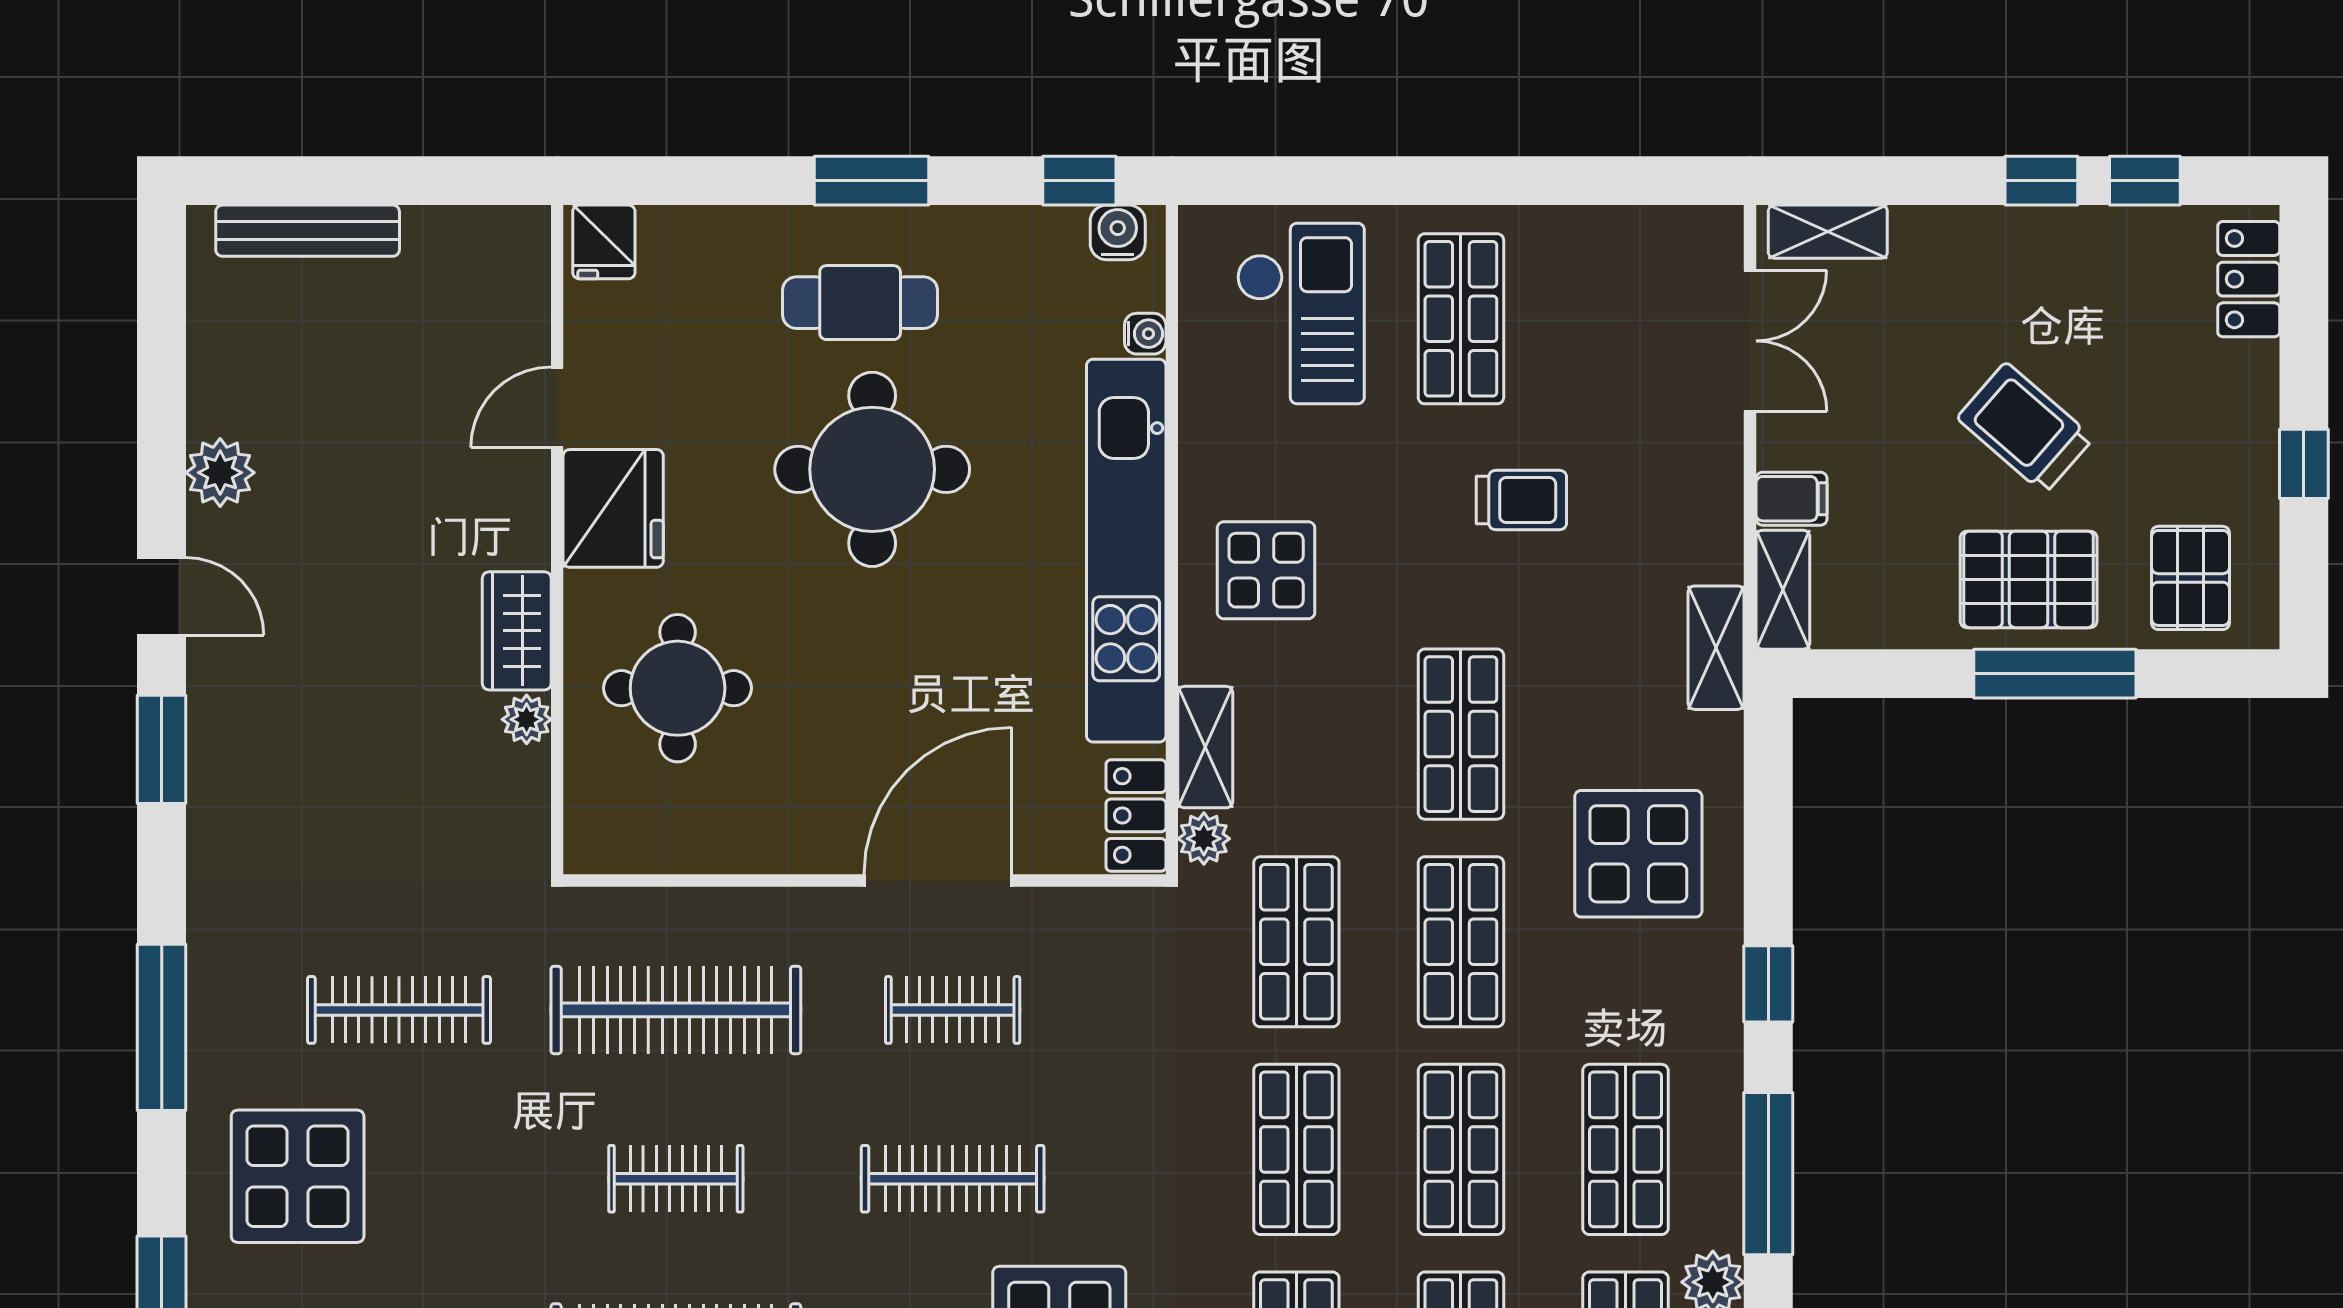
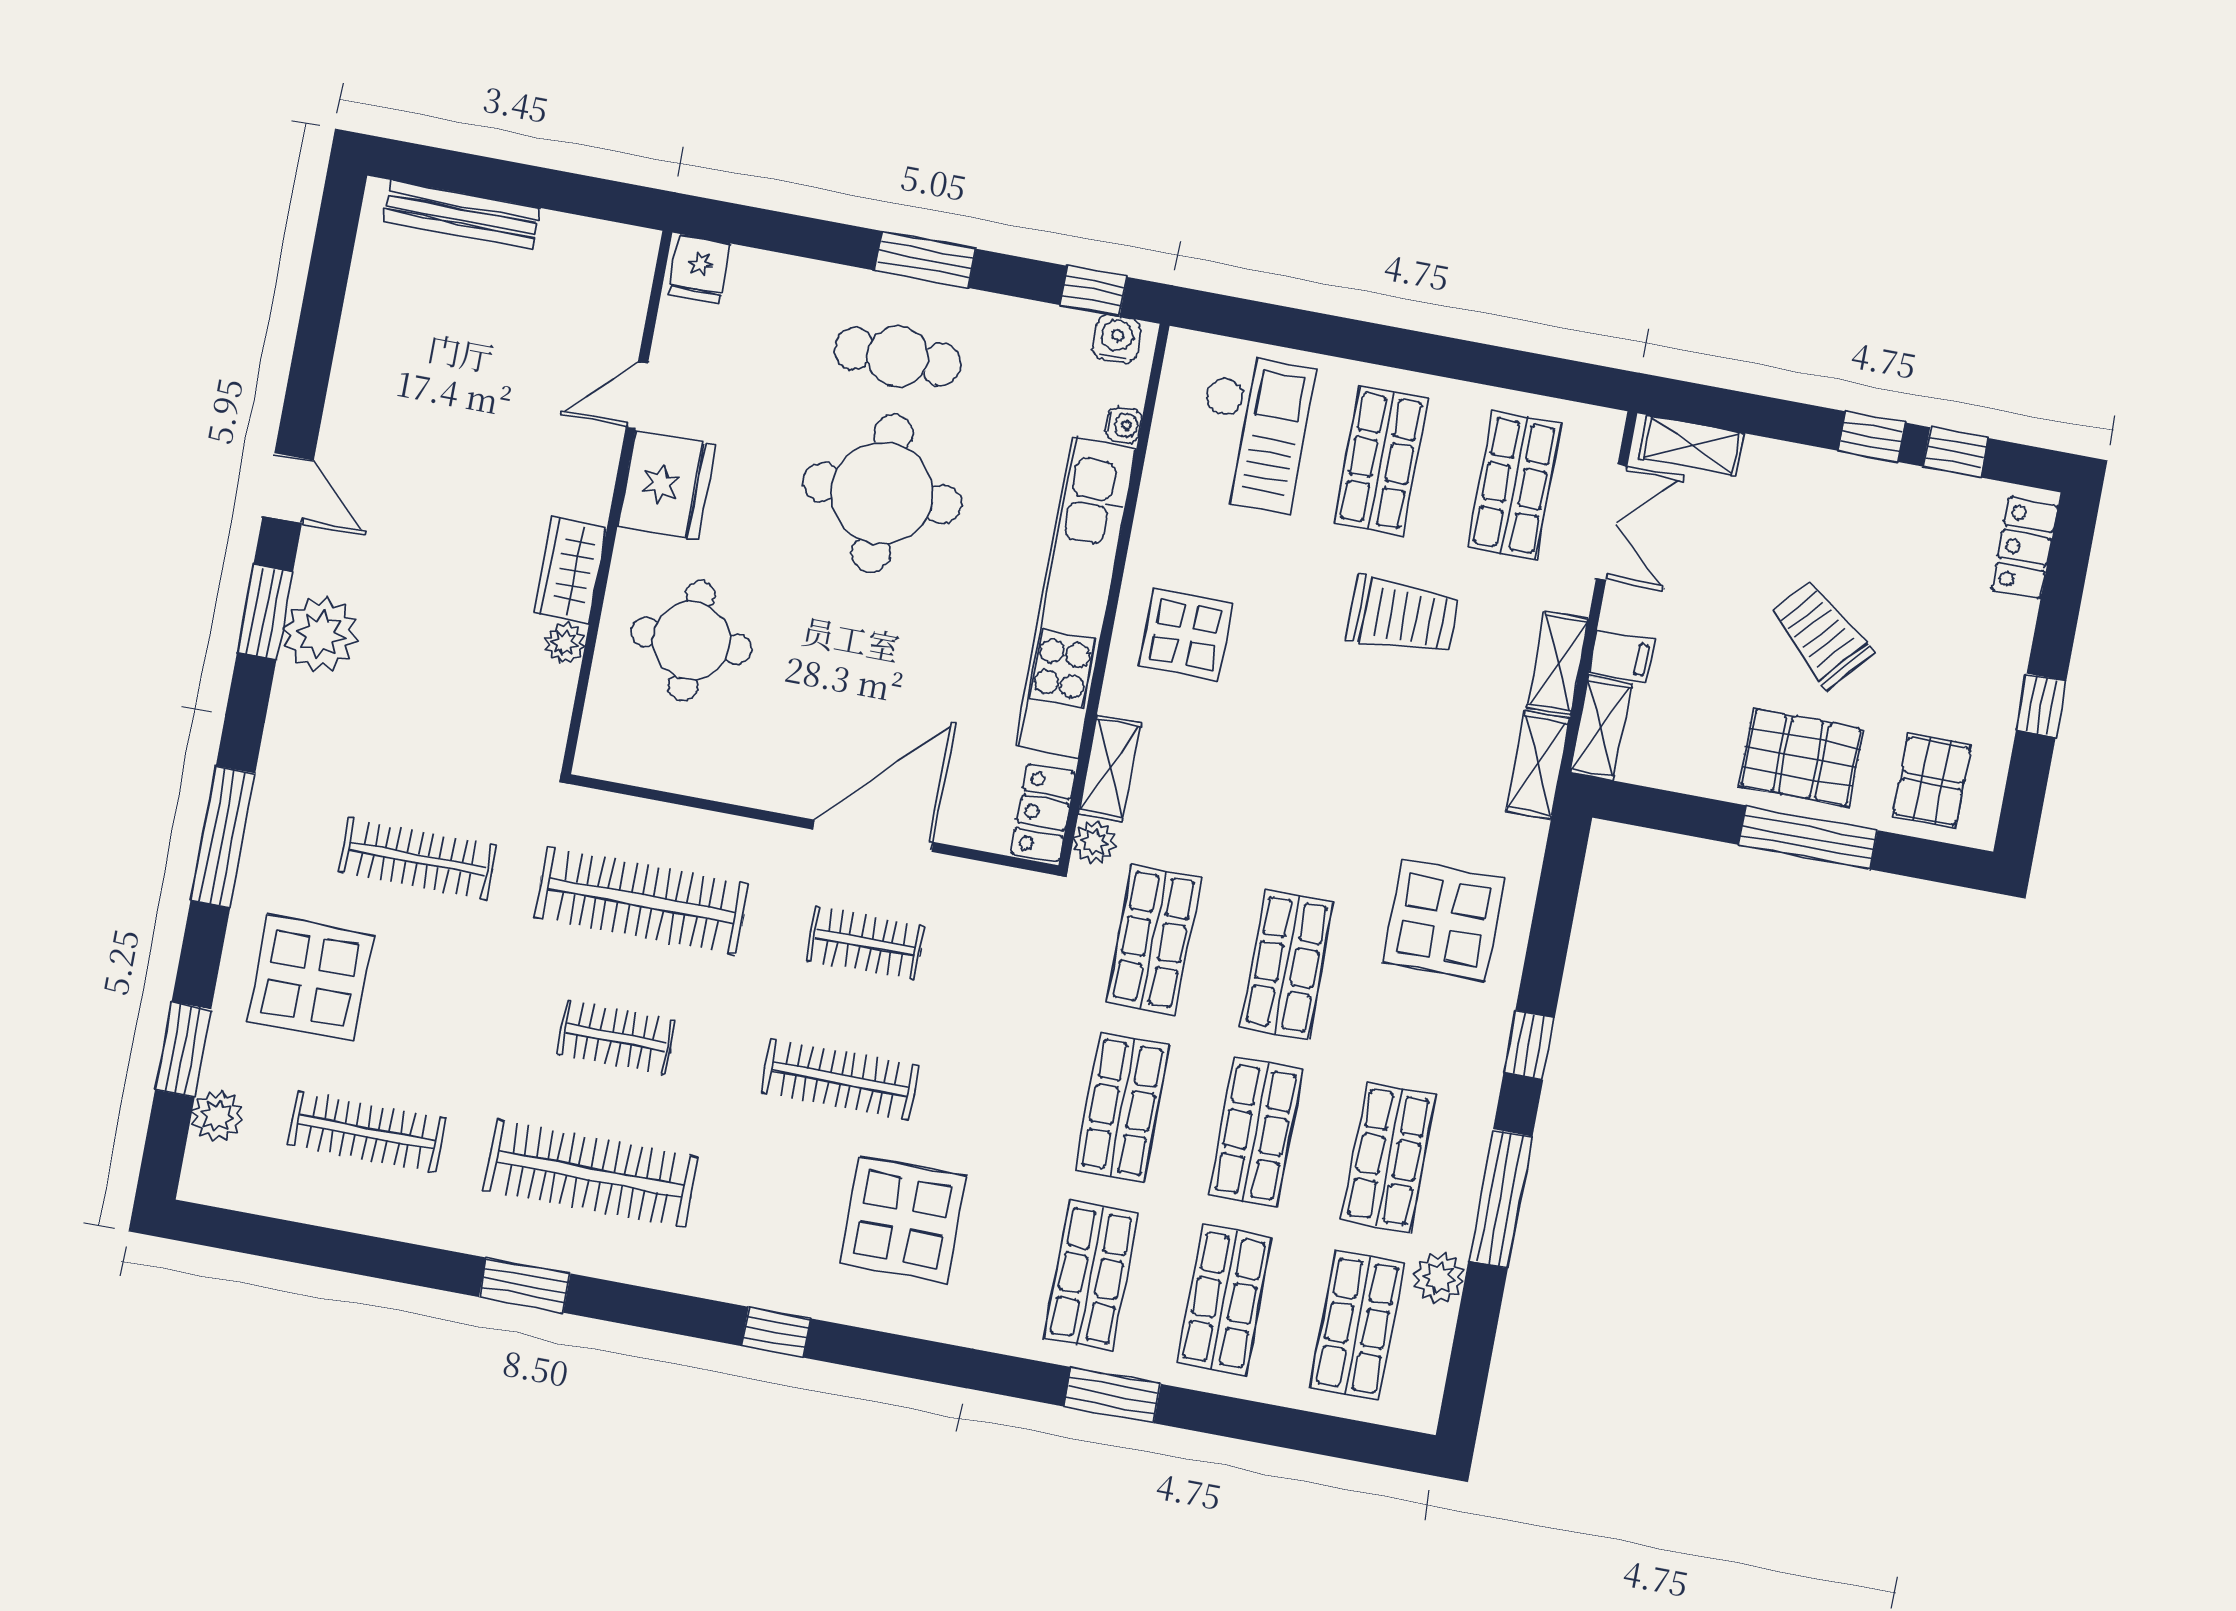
plant: (220, 473) -> (320, 634), moved, width x1.36, depth x1.36
trolley: (1521, 500) -> (1403, 616), width x1.36, depth x1.39
shelving: (1717, 521) -> (1558, 663), added
shop shelf: (1461, 734) -> (1514, 485), moved

